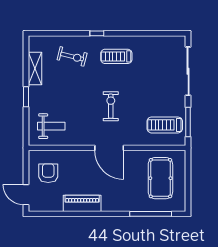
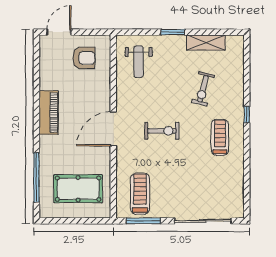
exercise bike: (72, 56) -> (203, 89), moved
piano: (82, 203) -> (49, 112), moved

